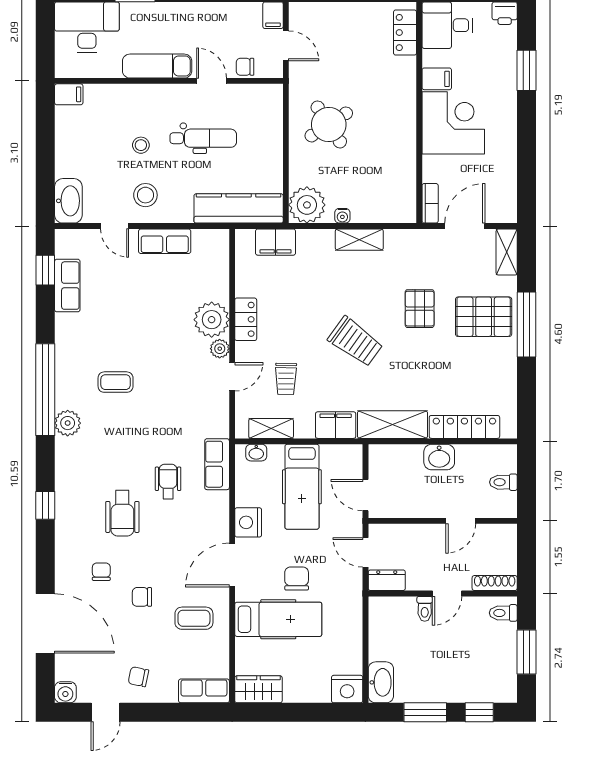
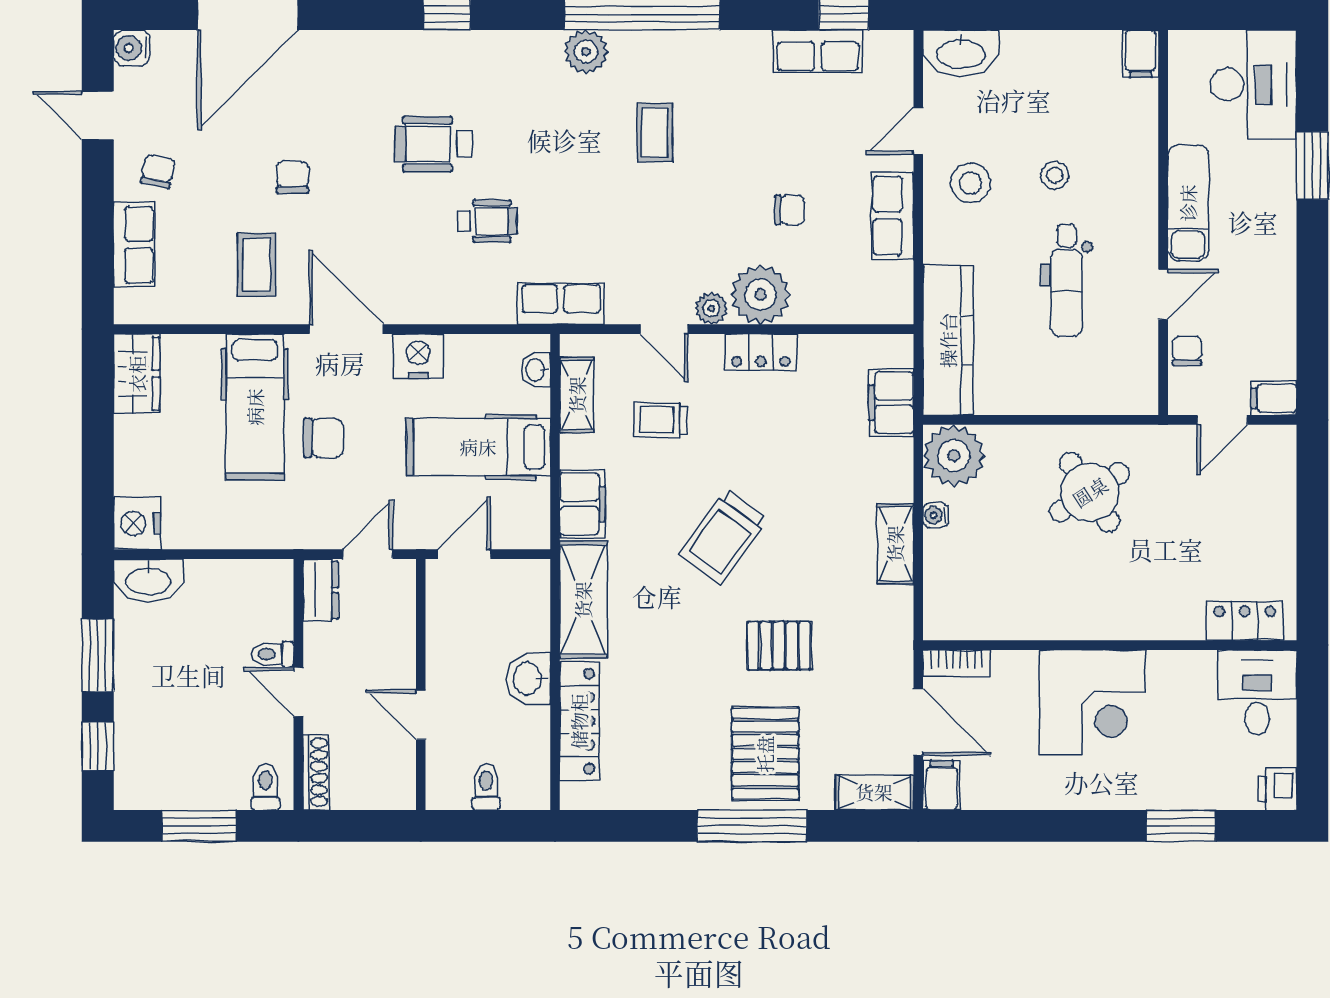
filing cabinet: (437, 79) -> (942, 785), moved, turned 180
row of seats: (217, 464) -> (561, 304), moved
chair: (101, 572) -> (790, 210), moved
row of seats: (204, 691) -> (134, 245), moved

